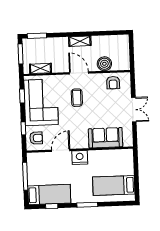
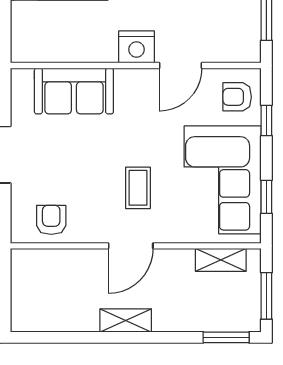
boiler: (104, 64) -> (70, 265), removed
door: (79, 73) -> (131, 246), hinge flipped

